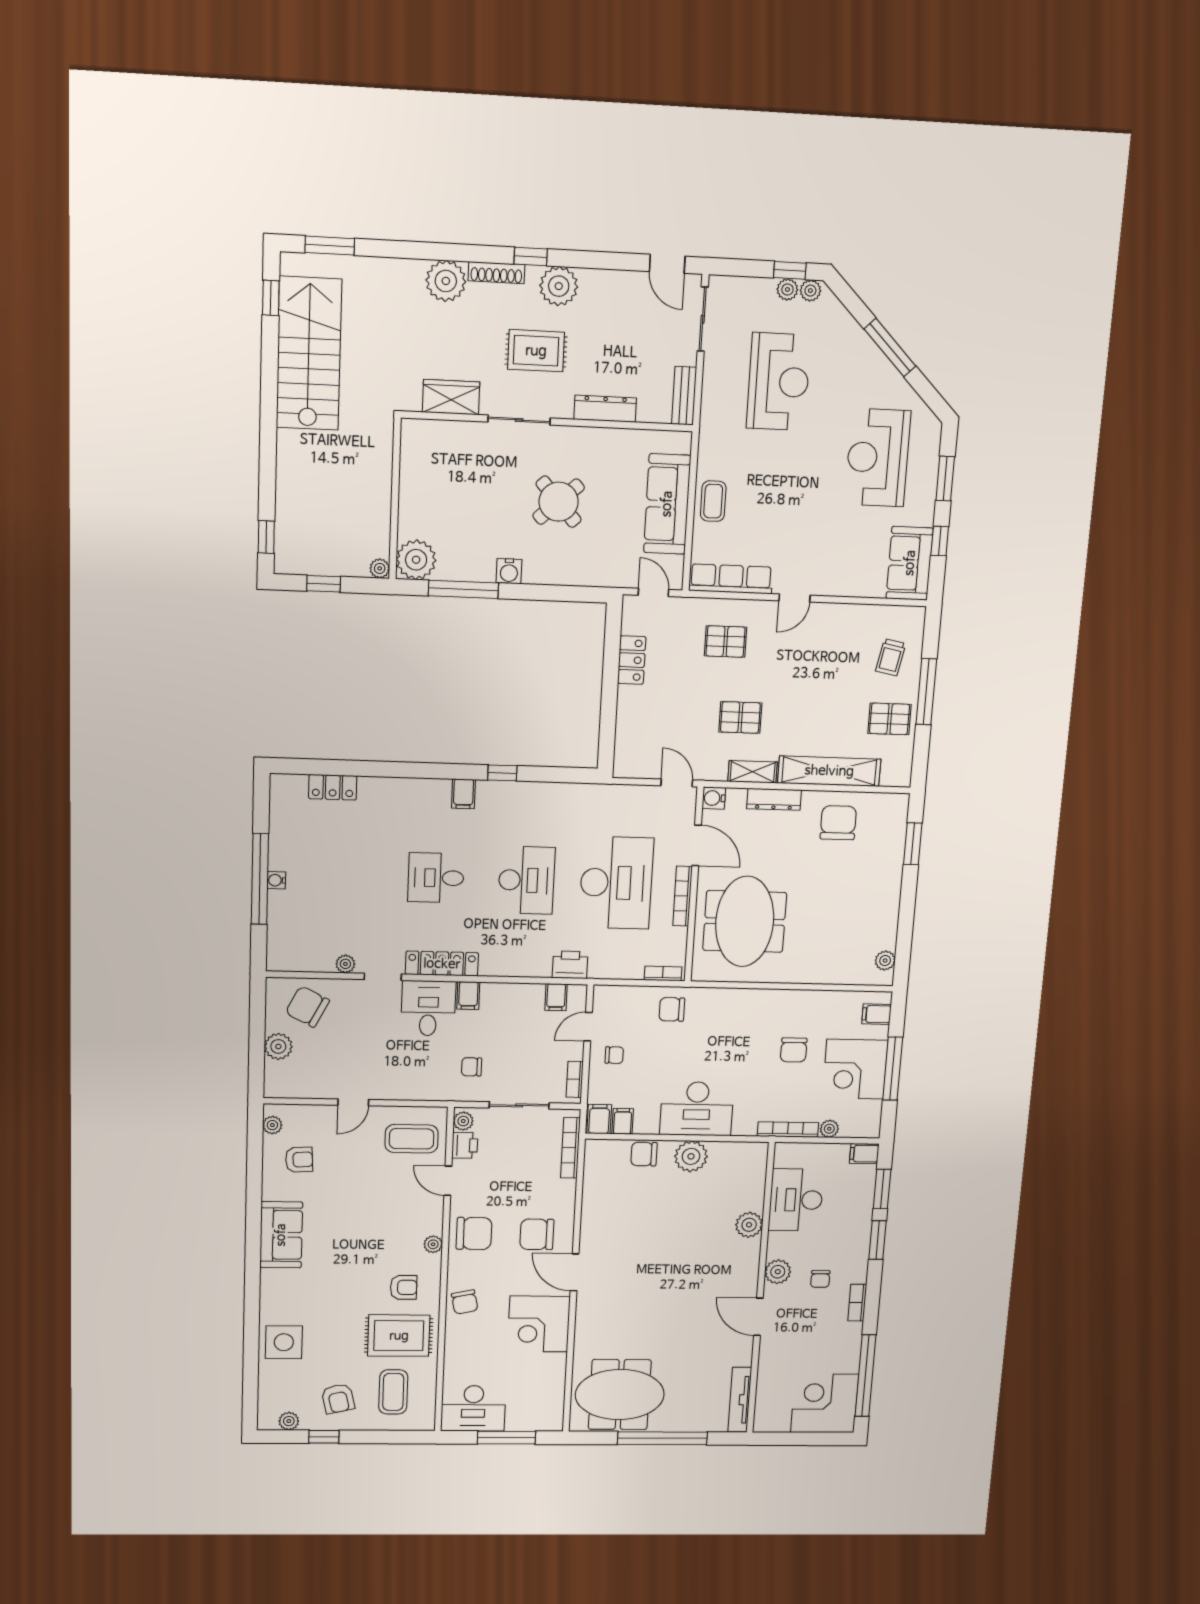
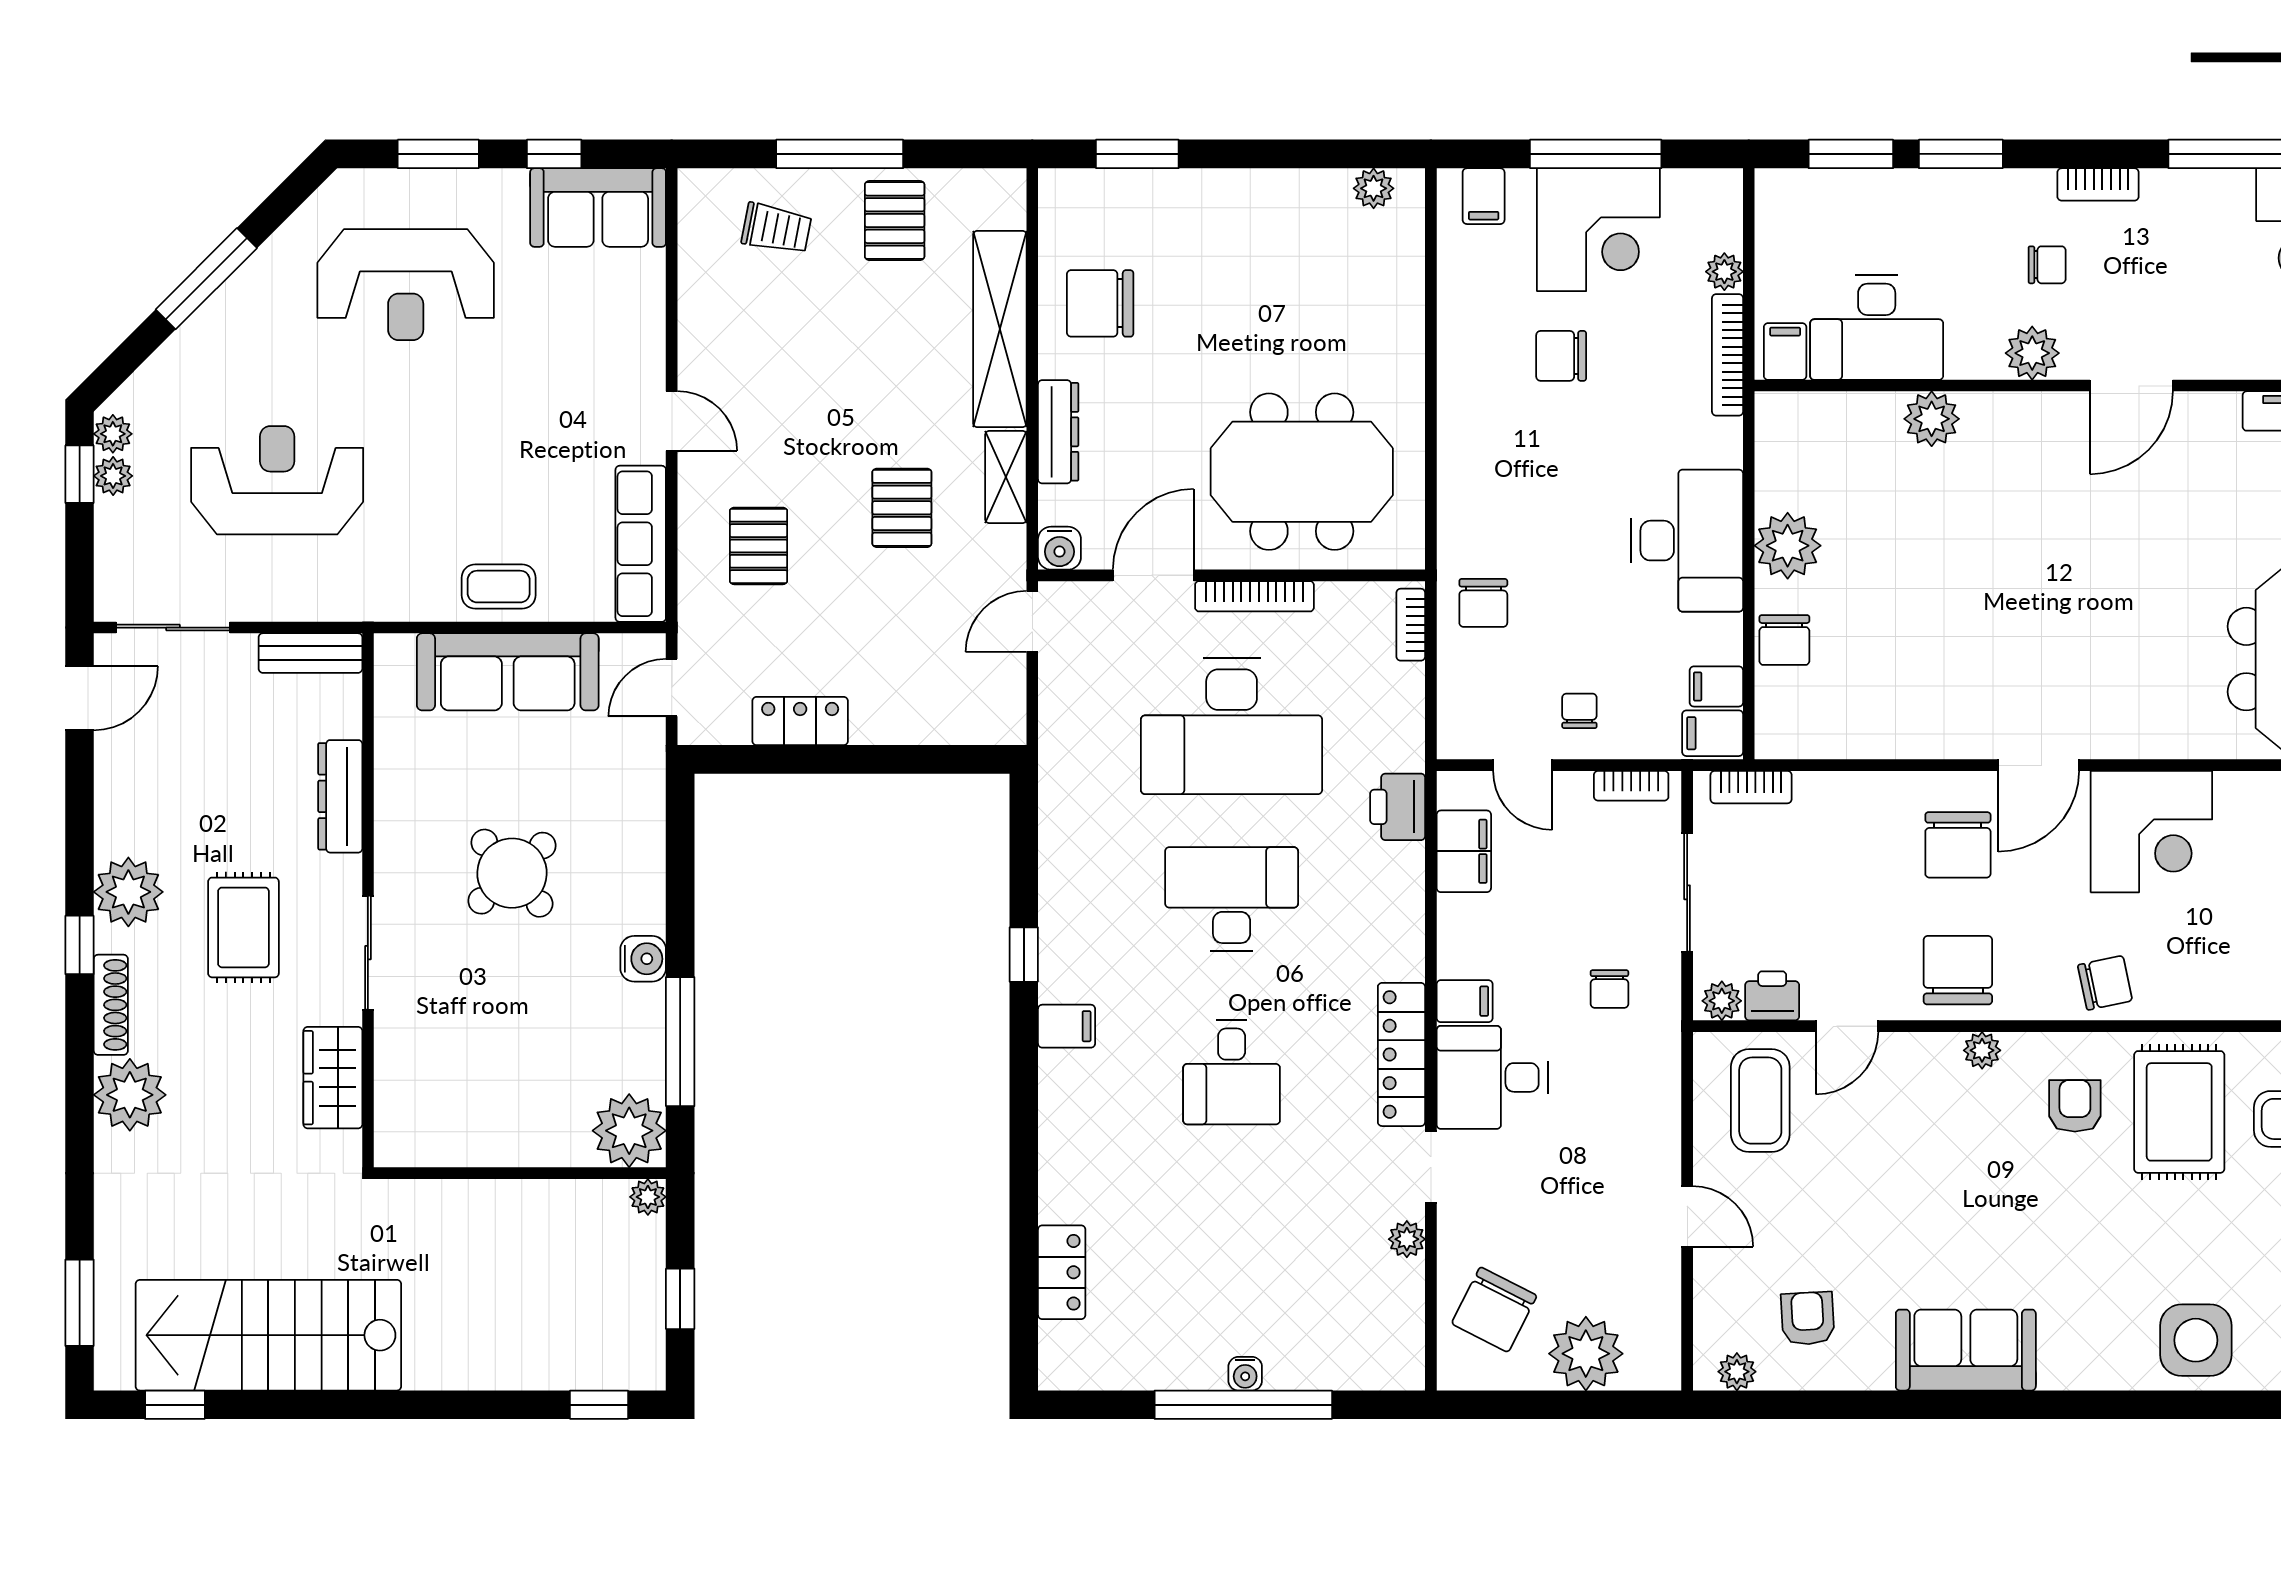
desk: (616, 883) -> (1232, 726), turned 180
filing cabinet: (556, 997) -> (1464, 851), width x2.00
plant: (278, 1046) -> (1586, 1354), width x1.36, depth x1.36
chair: (794, 1050) -> (1561, 356), turned 180
bookcase: (570, 1148) -> (1751, 787), width x0.64
filing cabinet: (864, 1154) -> (1785, 351), moved, turned 180

